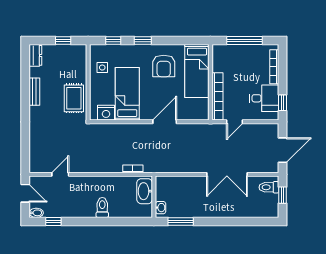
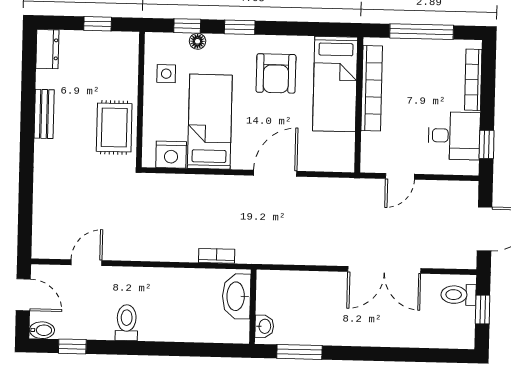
floor lamp: (119, 49) -> (198, 41), added
bookcase: (217, 96) -> (372, 88), moved
toilet: (102, 207) -> (127, 323), moved

